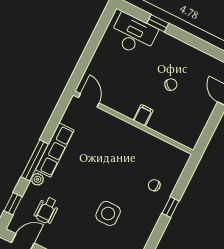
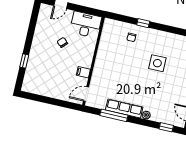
desk: (133, 35) -> (86, 25), moved, turned 90
filing cabinet: (143, 115) -> (83, 72), moved
window: (35, 160) -> (114, 115), moved
wheelchair: (47, 210) -> (165, 104), removed

